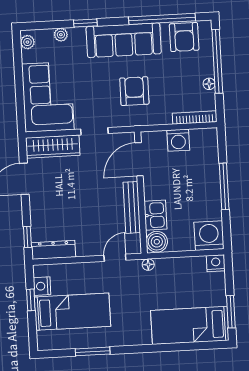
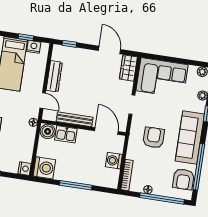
armchair: (184, 37) -> (183, 179), turned -90
armchair: (134, 91) -> (154, 138), turned -90
wardrobe: (53, 147) -> (128, 68), width x0.67
dresser: (53, 250) -> (54, 76), moved

